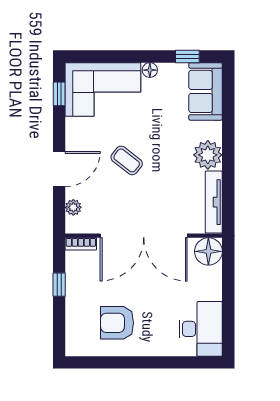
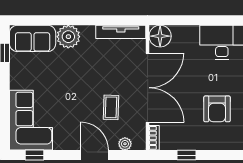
floor lamp: (150, 70) -> (16, 83), removed
plant: (208, 155) -> (68, 37), moved
coffee table: (127, 160) -> (111, 107), moved, turned -36

